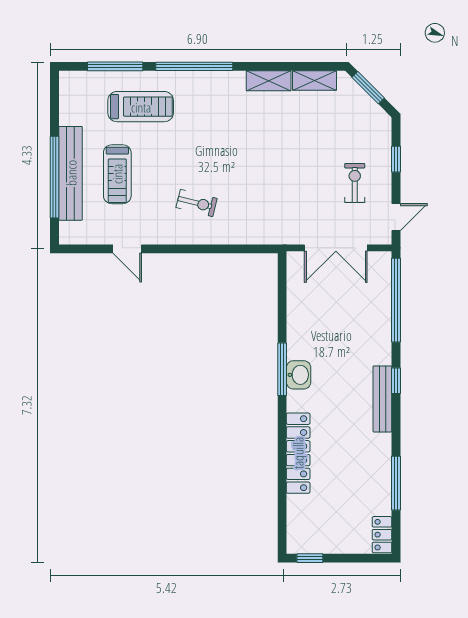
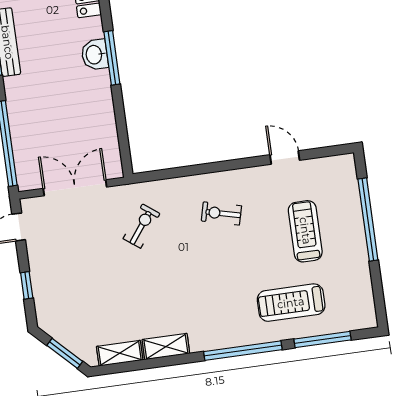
bench: (71, 173) -> (352, 226), removed
exercise bike: (355, 183) -> (142, 226), moved, turned -143

